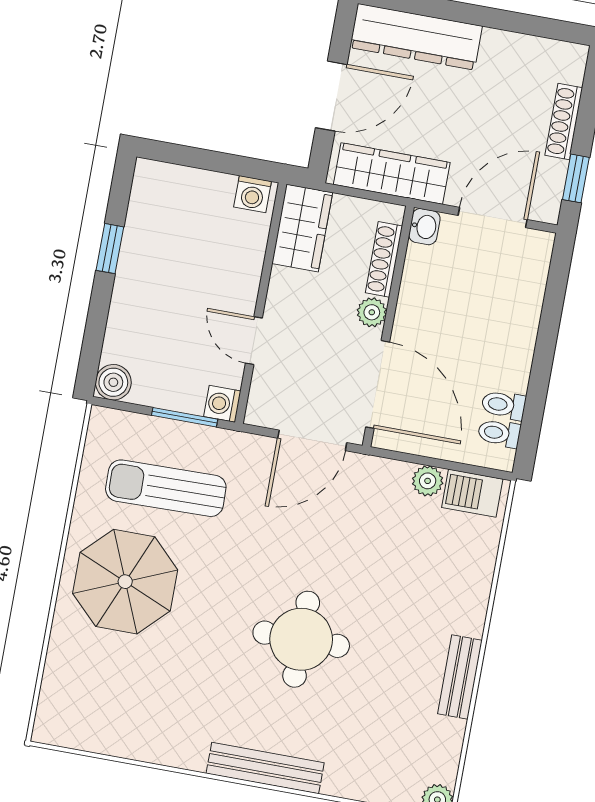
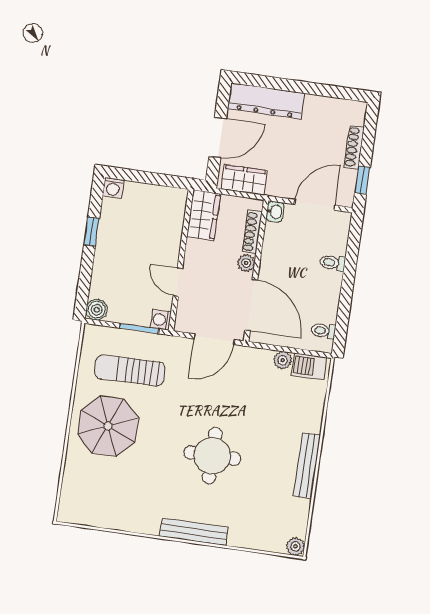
wardrobe: (392, 174) -> (244, 180), width x0.67
washing machine: (253, 194) -> (113, 188), moved
toilet: (503, 405) -> (333, 263), moved
bench: (460, 677) -> (307, 466), width x1.36

